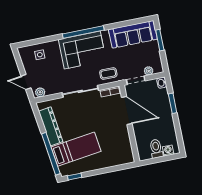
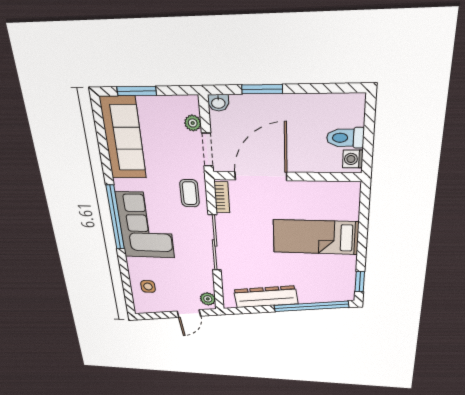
bed: (76, 149) -> (315, 237), moved, turned -82
washing machine: (168, 151) -> (353, 159), moved

